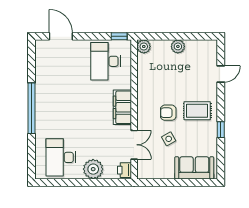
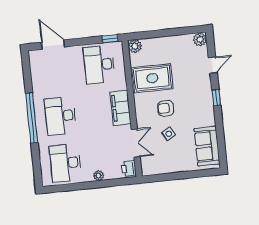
plant: (178, 46) -> (200, 39), moved
desk: (61, 109) -> (60, 116), added
rug: (197, 111) -> (152, 78), moved, width x1.36, depth x1.43
window: (221, 130) -> (216, 98), moved
sofa: (194, 168) -> (207, 146), moved, turned -90
plant: (93, 169) -> (99, 176), width x0.53, depth x0.53

